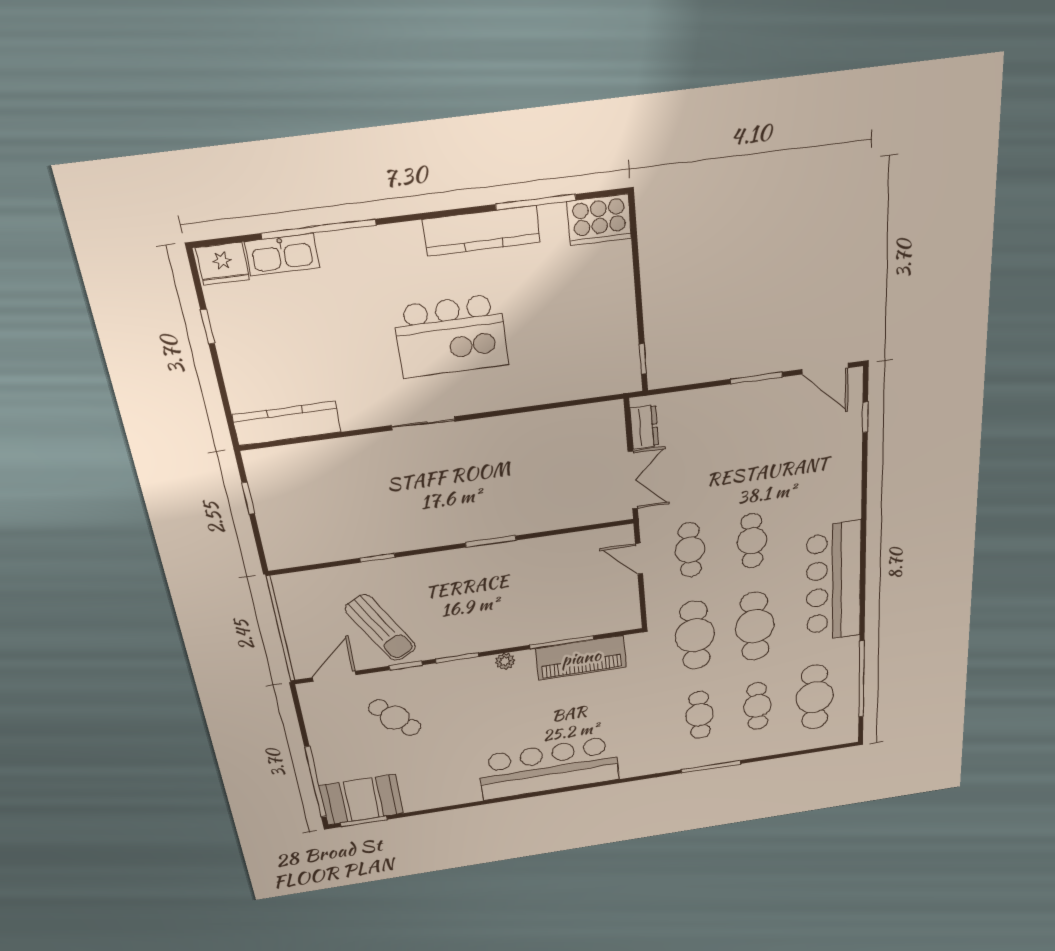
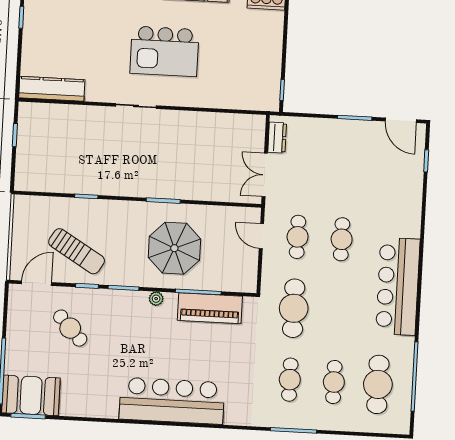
double door: (633, 480) -> (265, 175), swing flipped
parasol: (519, 597) -> (174, 248), added
cafe table: (755, 626) -> (338, 311), removed
sun lounger: (381, 628) -> (77, 251), turned -30

